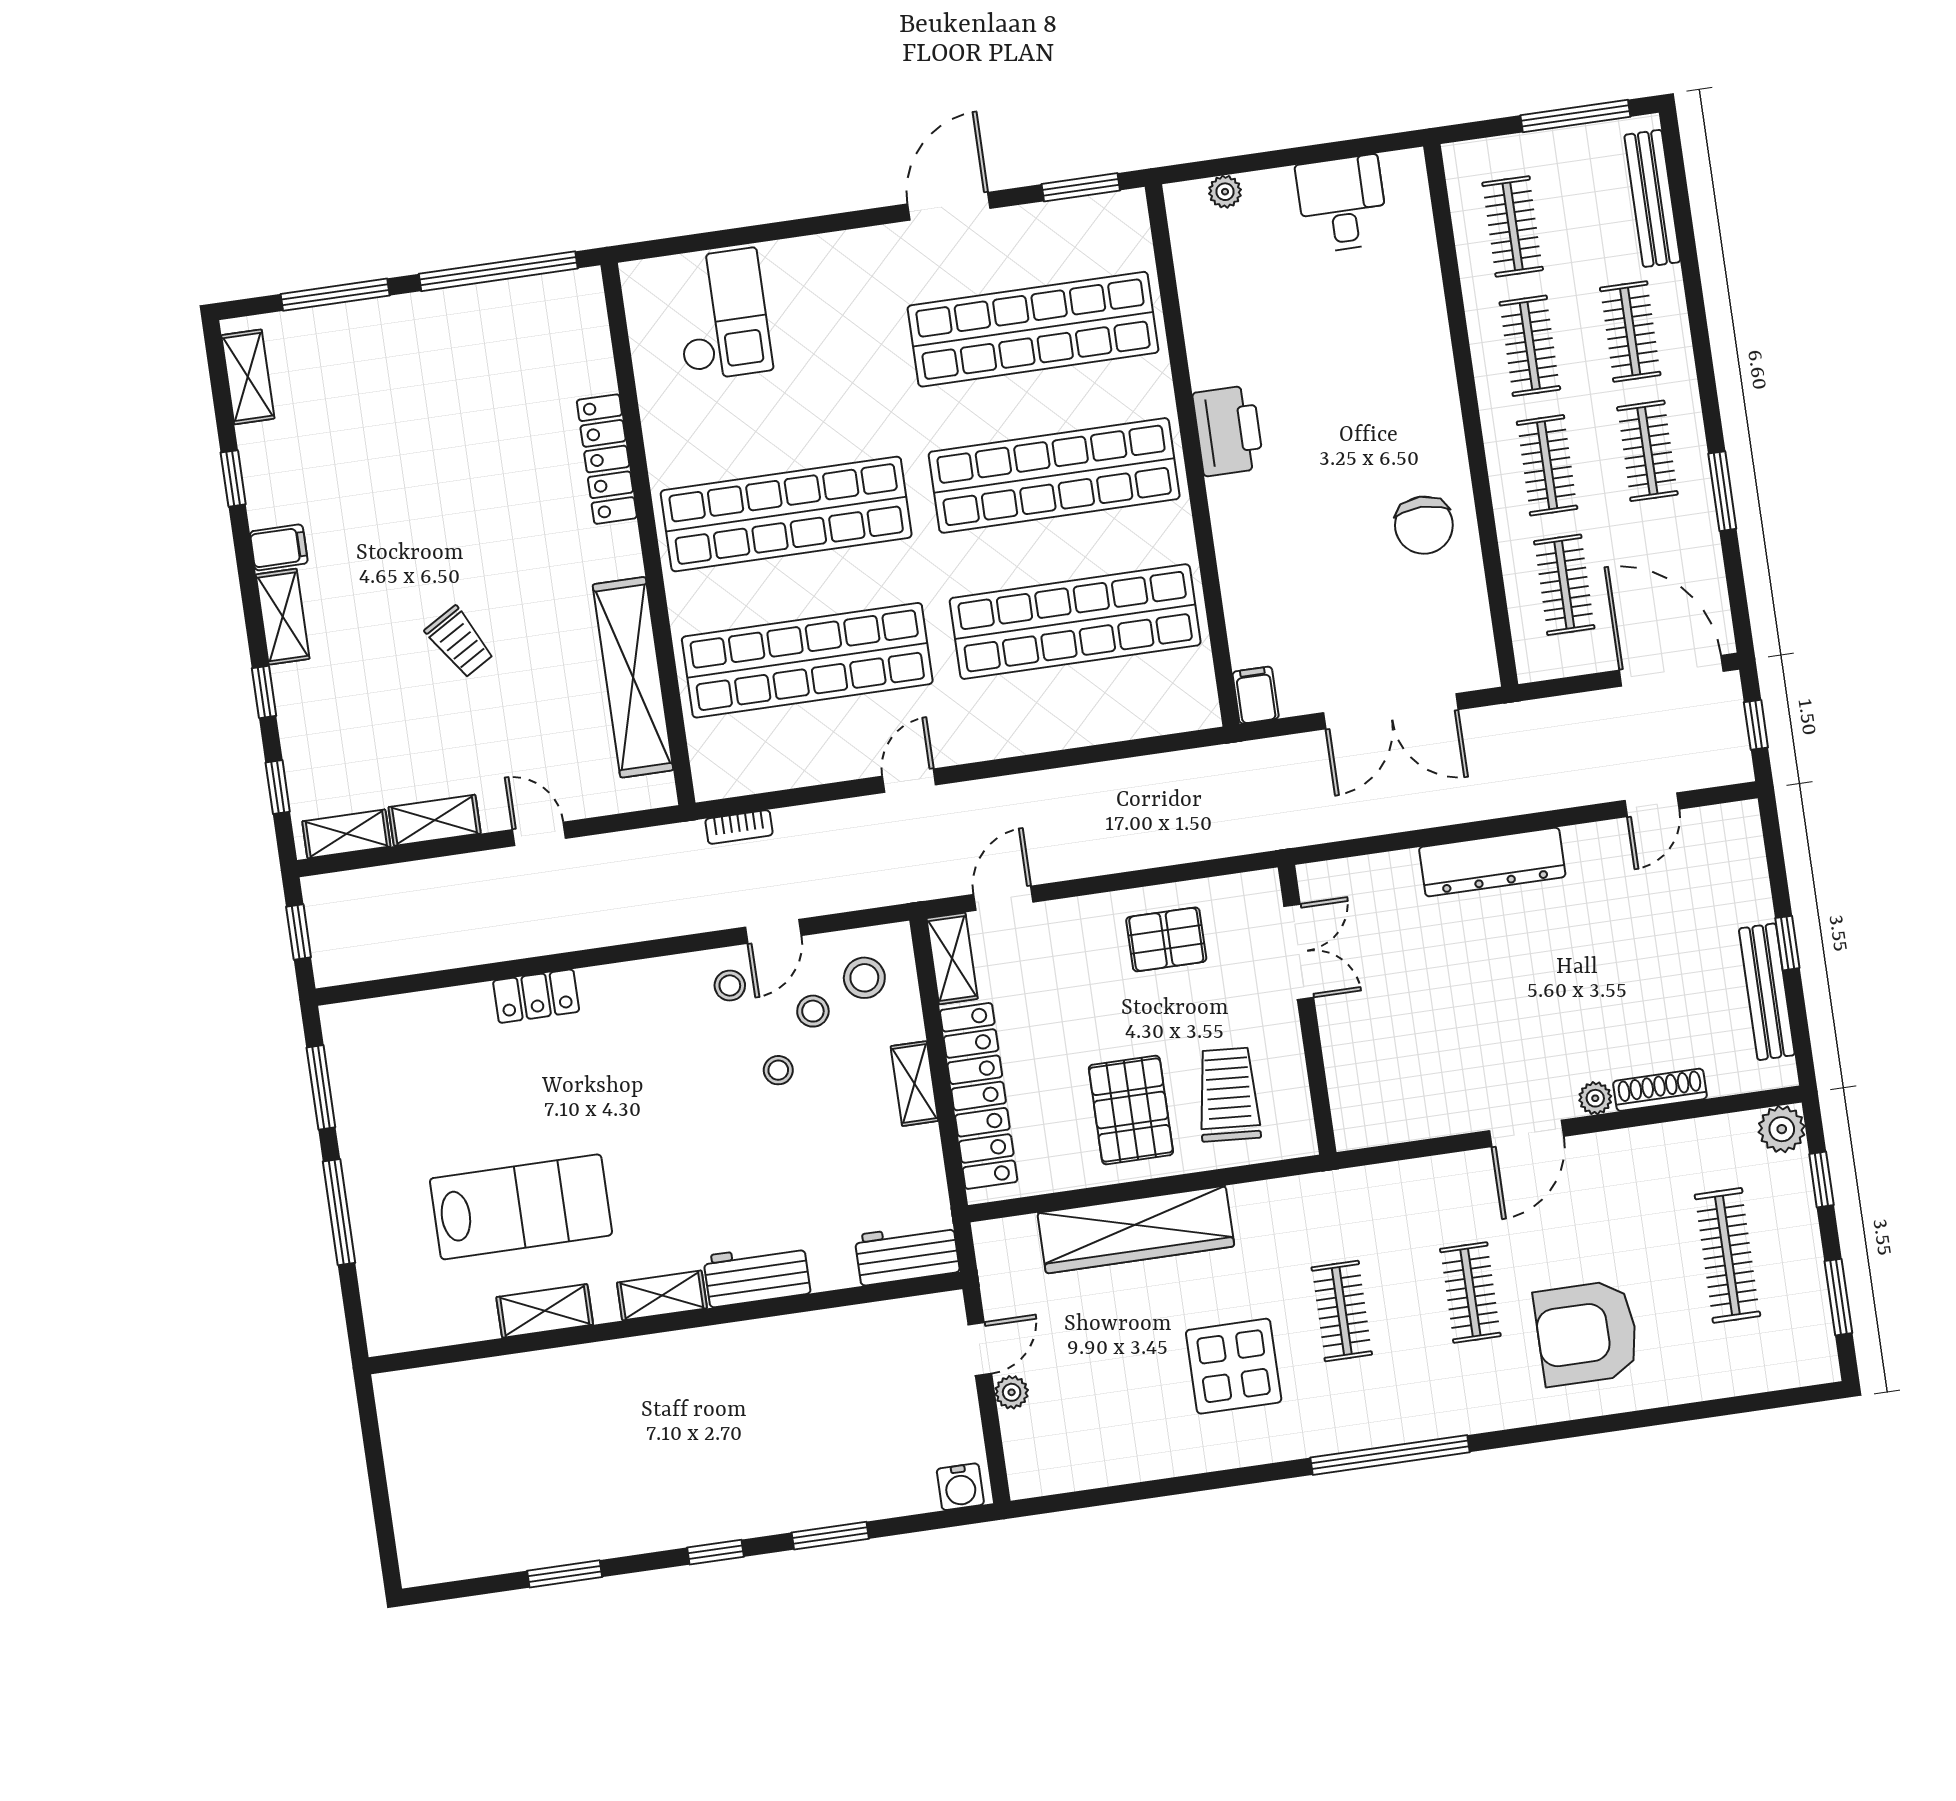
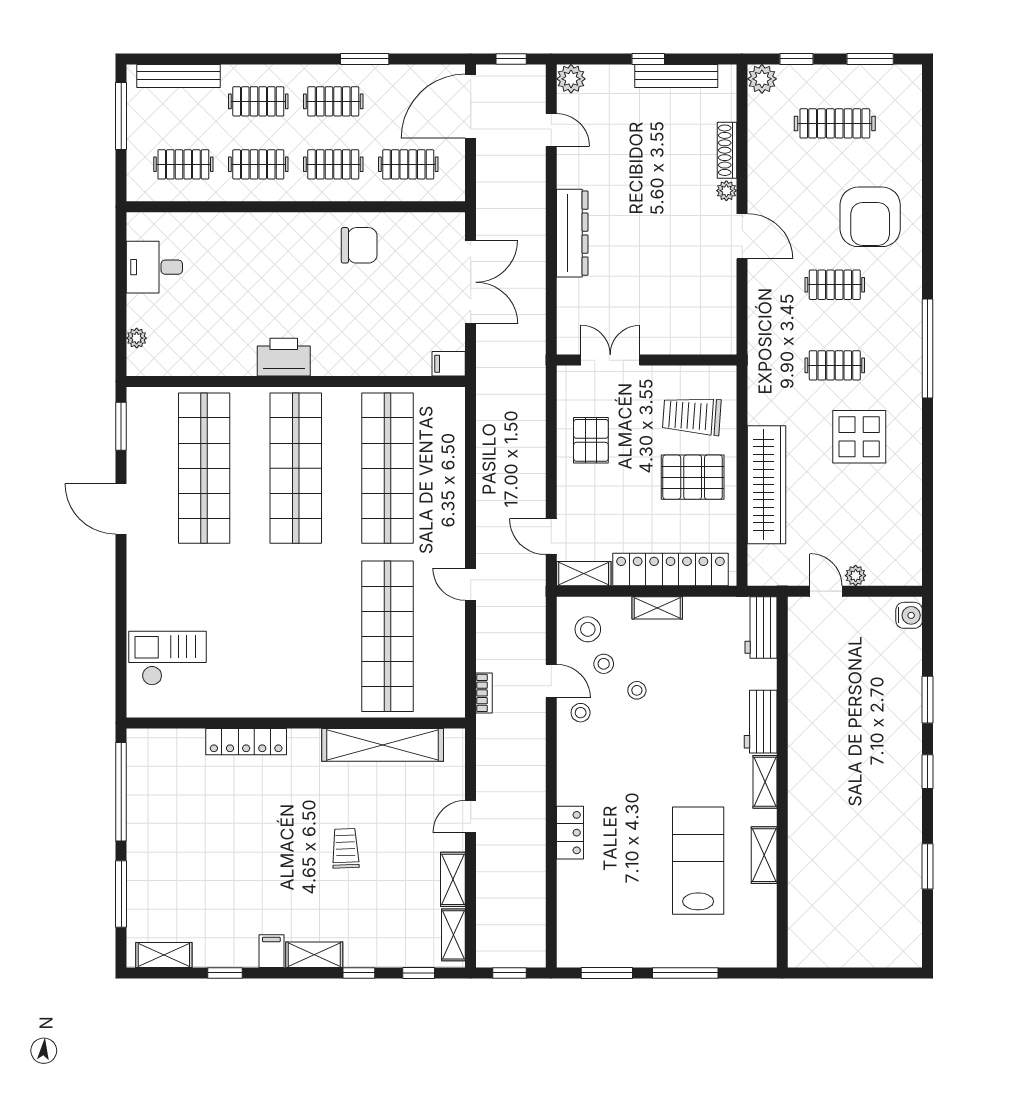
shop shelf: (786, 514) -> (296, 636), removed
trolley: (460, 642) -> (345, 848), turned -61
plant: (1738, 825) -> (571, 79), added

